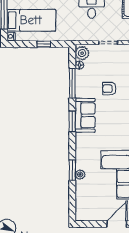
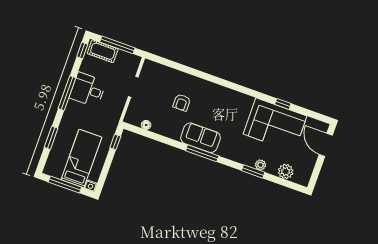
window: (44, 44) -> (115, 142), moved
plant: (82, 53) -> (286, 171), moved
window: (72, 83) -> (162, 139), removed
window: (72, 121) -> (202, 153), width x1.44

